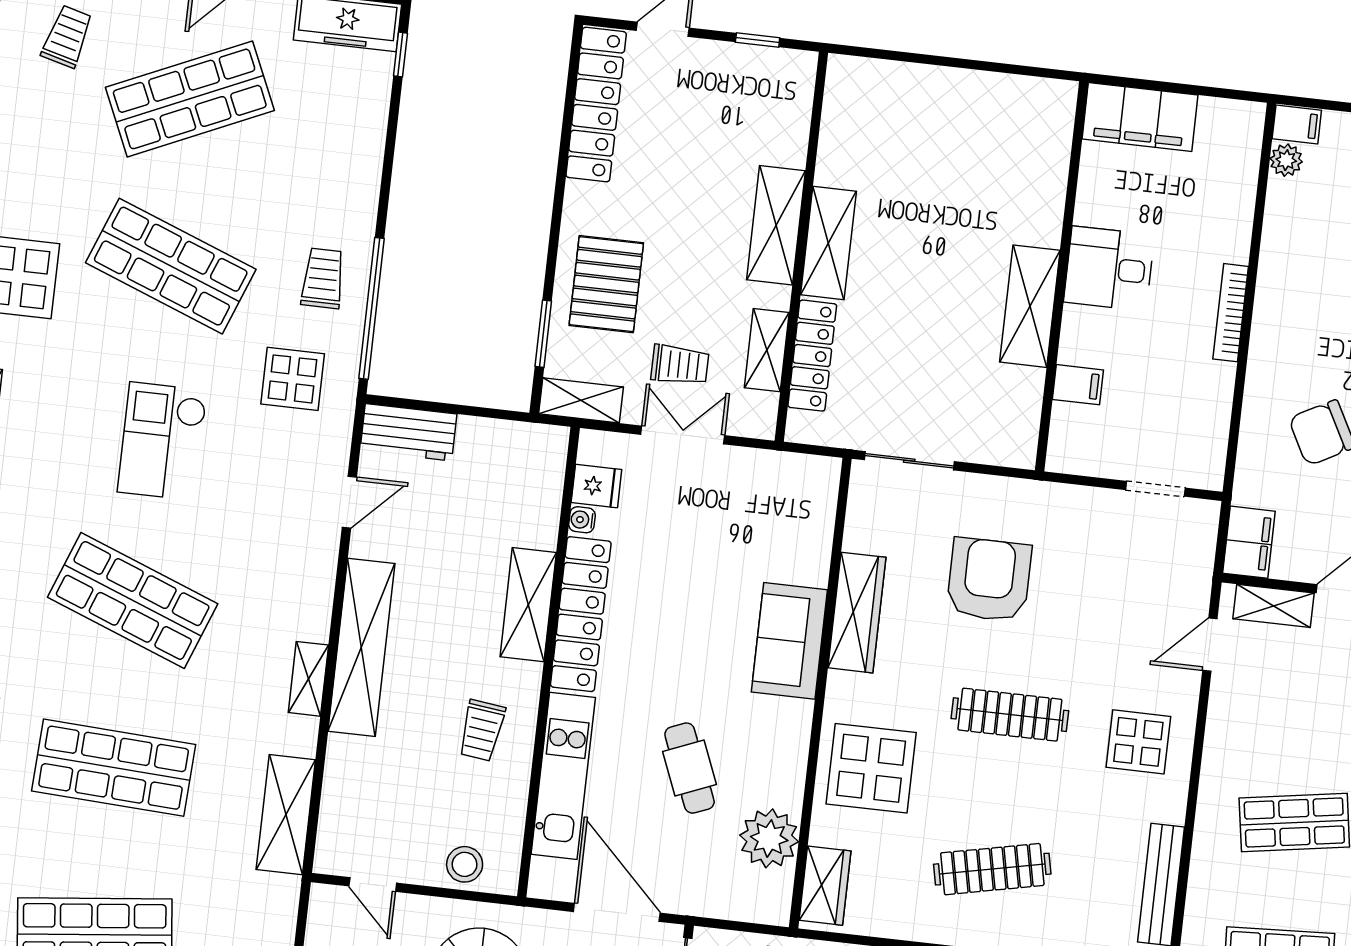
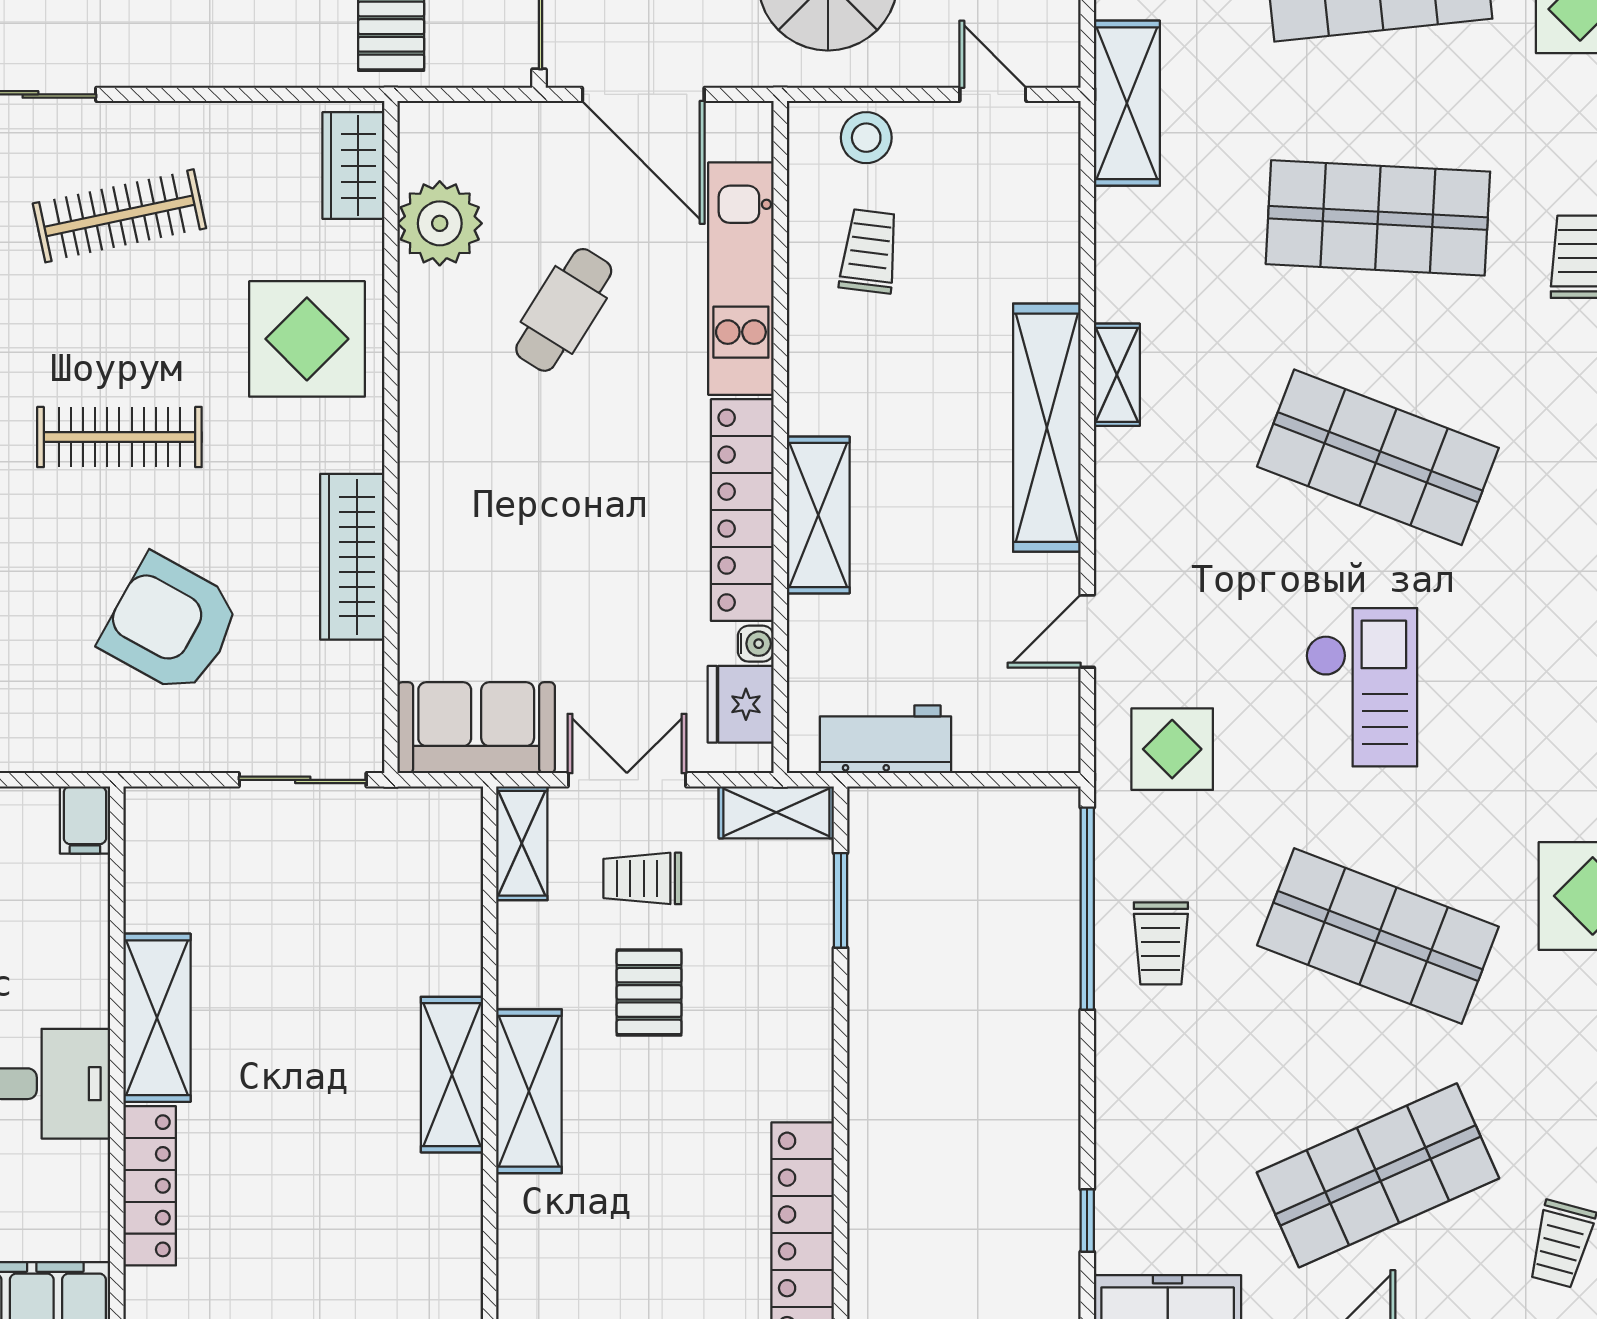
window: (400, 55) -> (1087, 1221), moved
pallet: (606, 284) -> (649, 992), moved, width x0.67, depth x0.71
shelving: (767, 350) -> (522, 843), moved
locker: (812, 356) -> (150, 1186), moved, turned 180
display table: (293, 379) -> (1172, 749), moved
filing cabinet: (1078, 385) -> (85, 820), moved, turned -90
workbench: (408, 432) -> (886, 739), moved
double door: (683, 435) -> (627, 780), swing flipped
fridge: (596, 486) -> (741, 704), width x1.38
armchair: (989, 580) -> (171, 625), turned 119
sofa: (789, 641) -> (476, 728), moved, turned -90
trolley: (482, 730) -> (869, 251), moved
cafe table: (690, 768) -> (564, 310), turned 54
shelving: (286, 815) -> (1127, 103), moved

